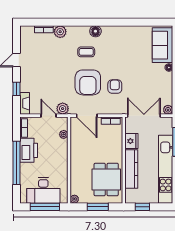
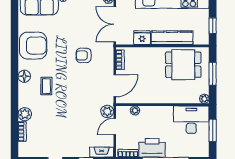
armchair: (88, 82) -> (33, 46), moved
desk: (43, 190) -> (191, 120), moved, turned -90
window: (45, 207) -> (213, 130), width x0.69

